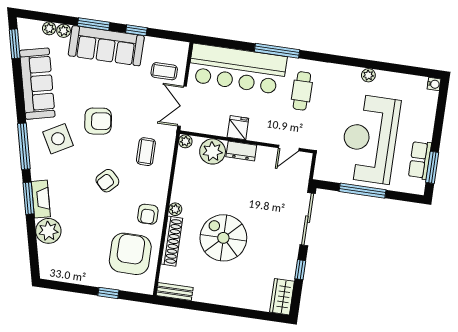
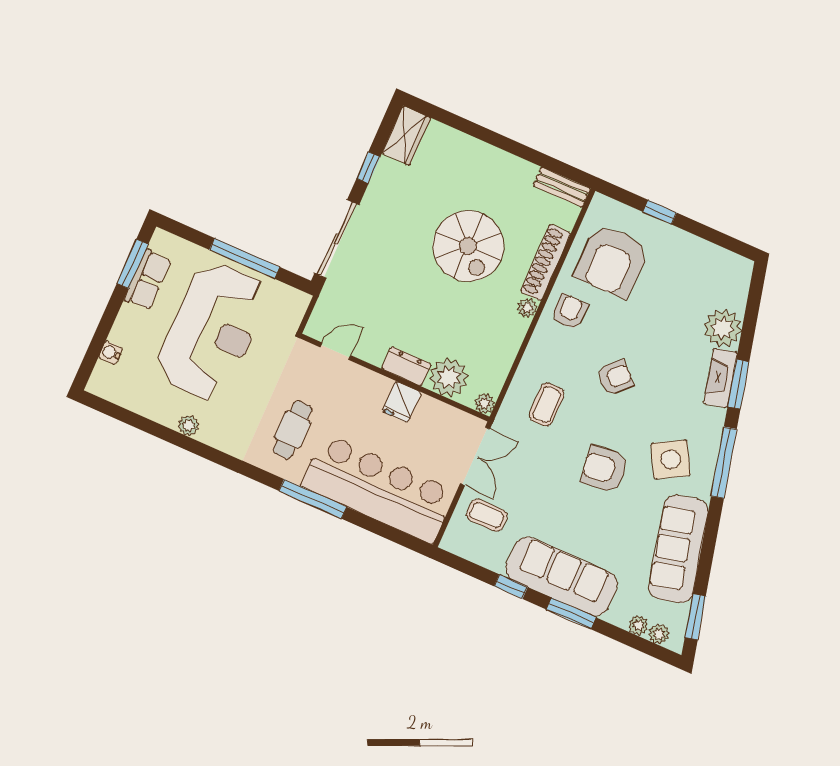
plant: (64, 31) -> (659, 634), moved
water cooler: (434, 84) -> (110, 353), moved

